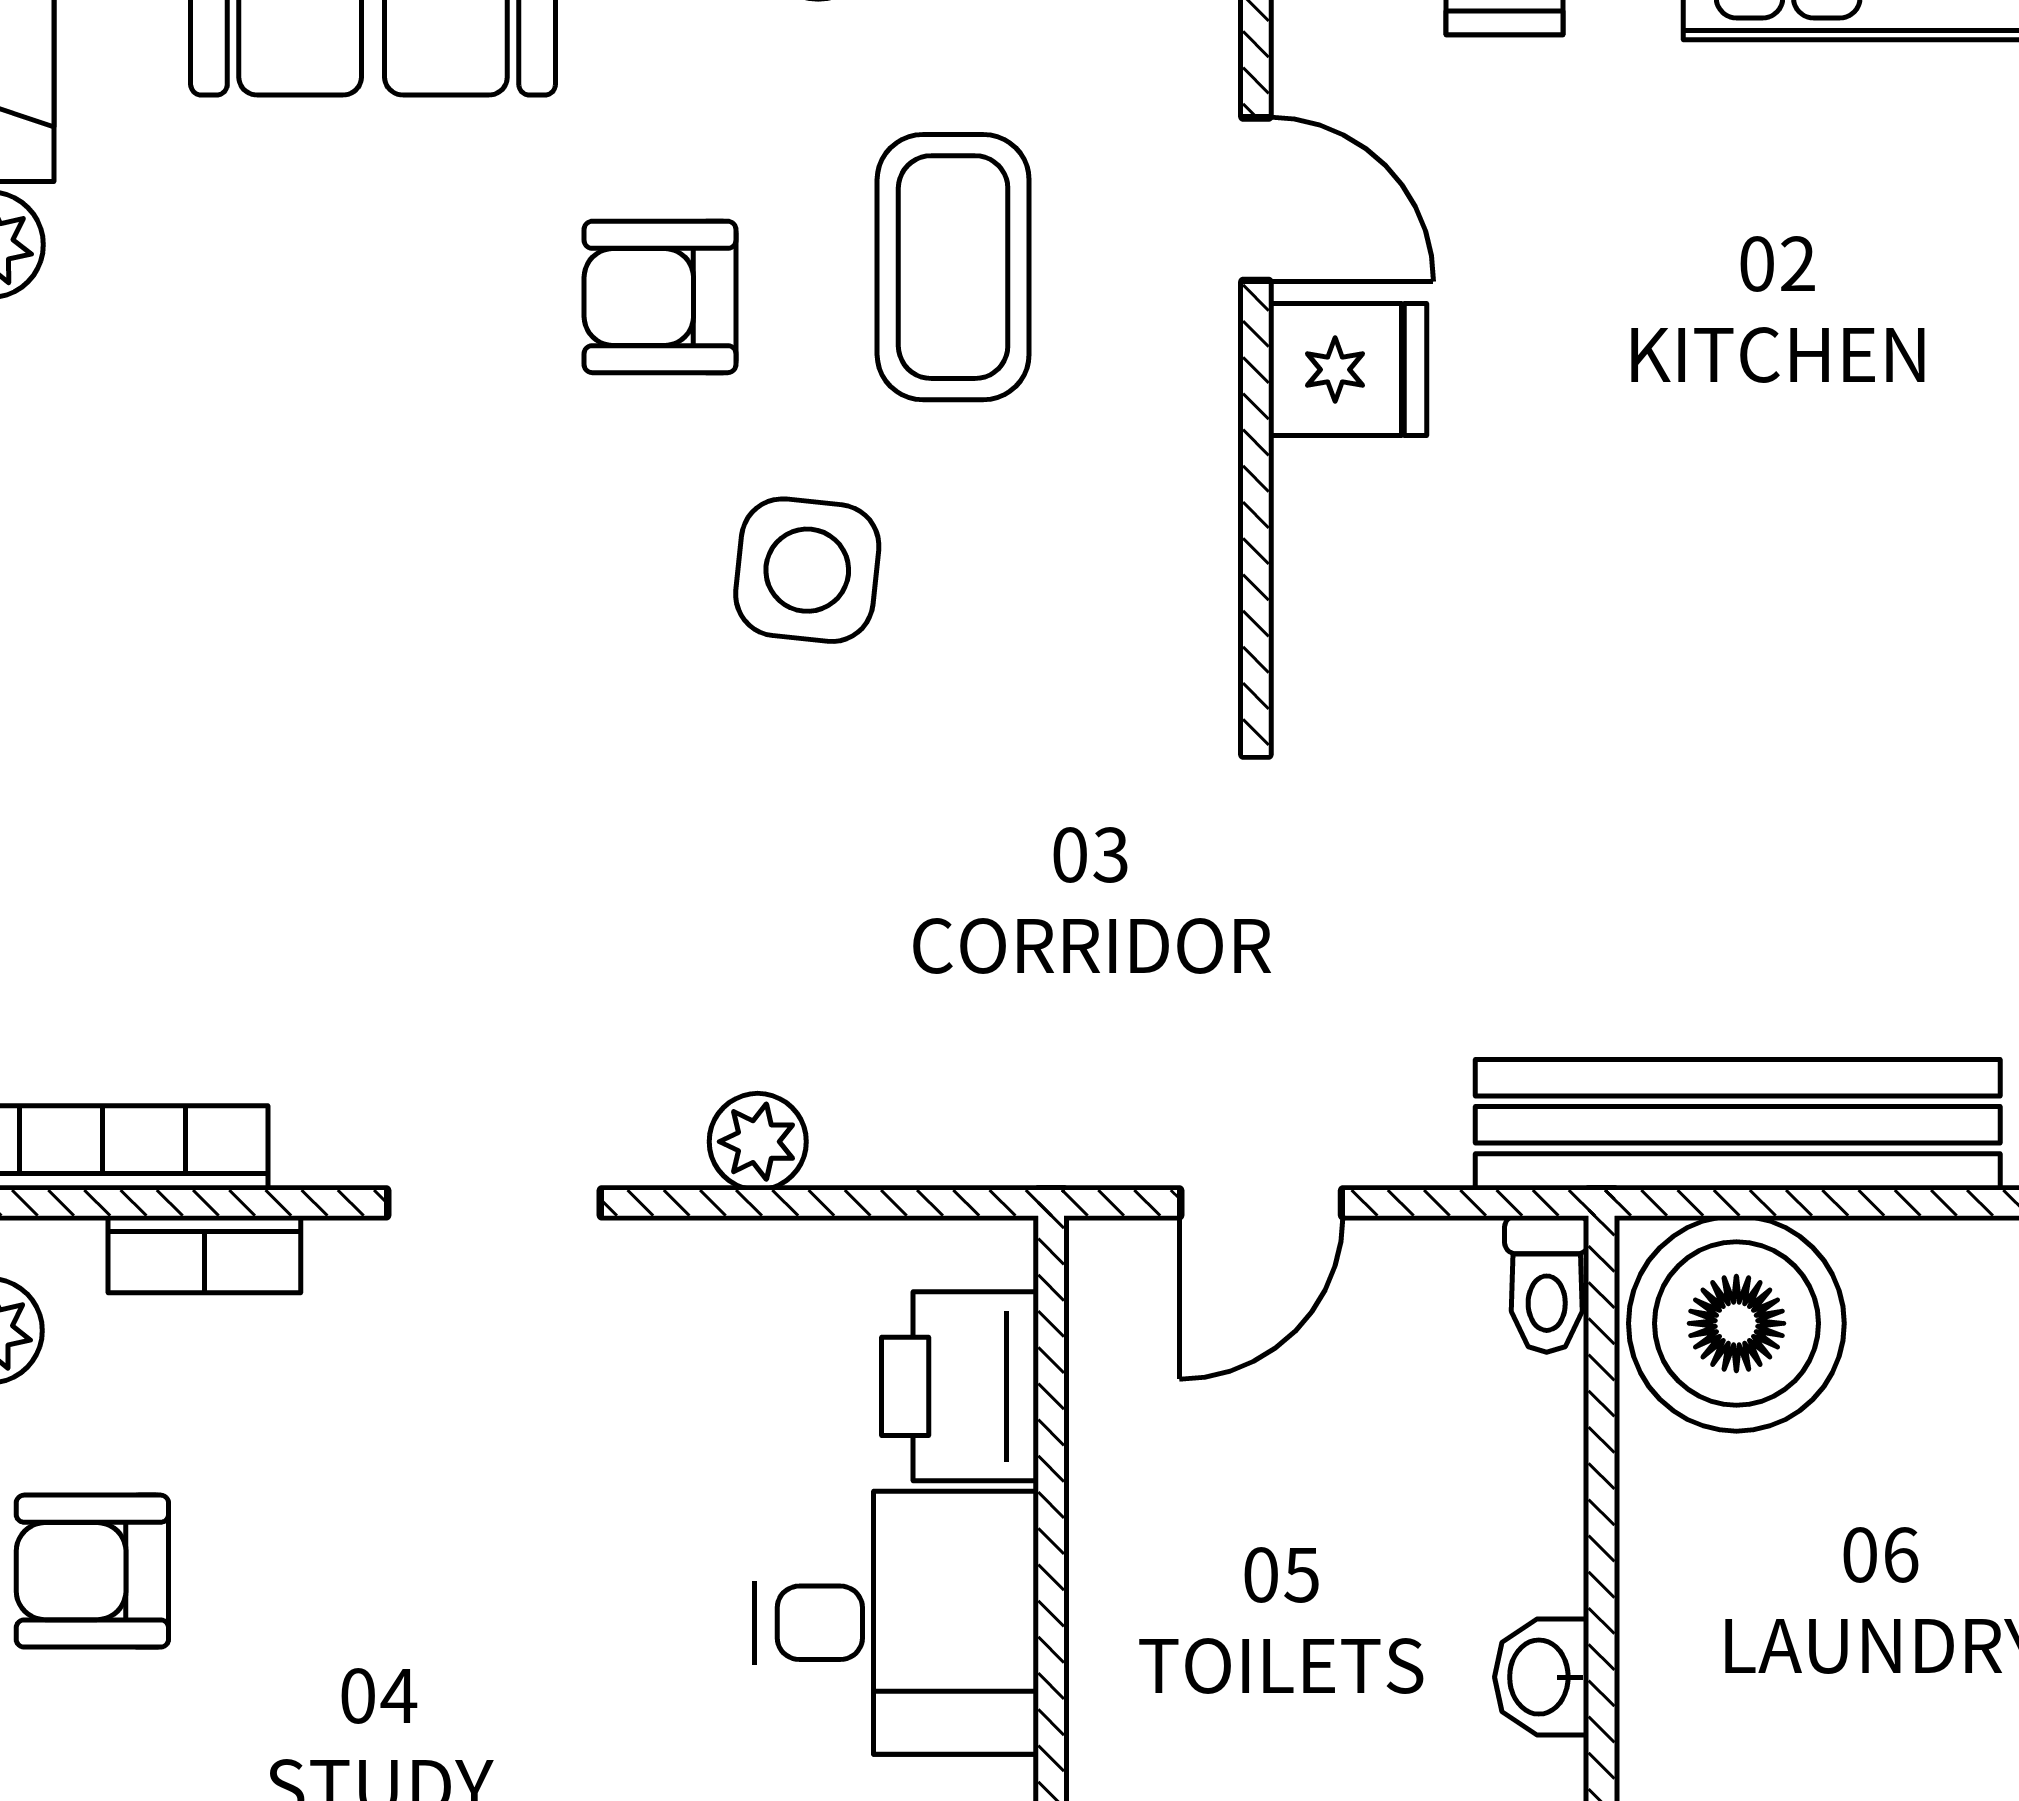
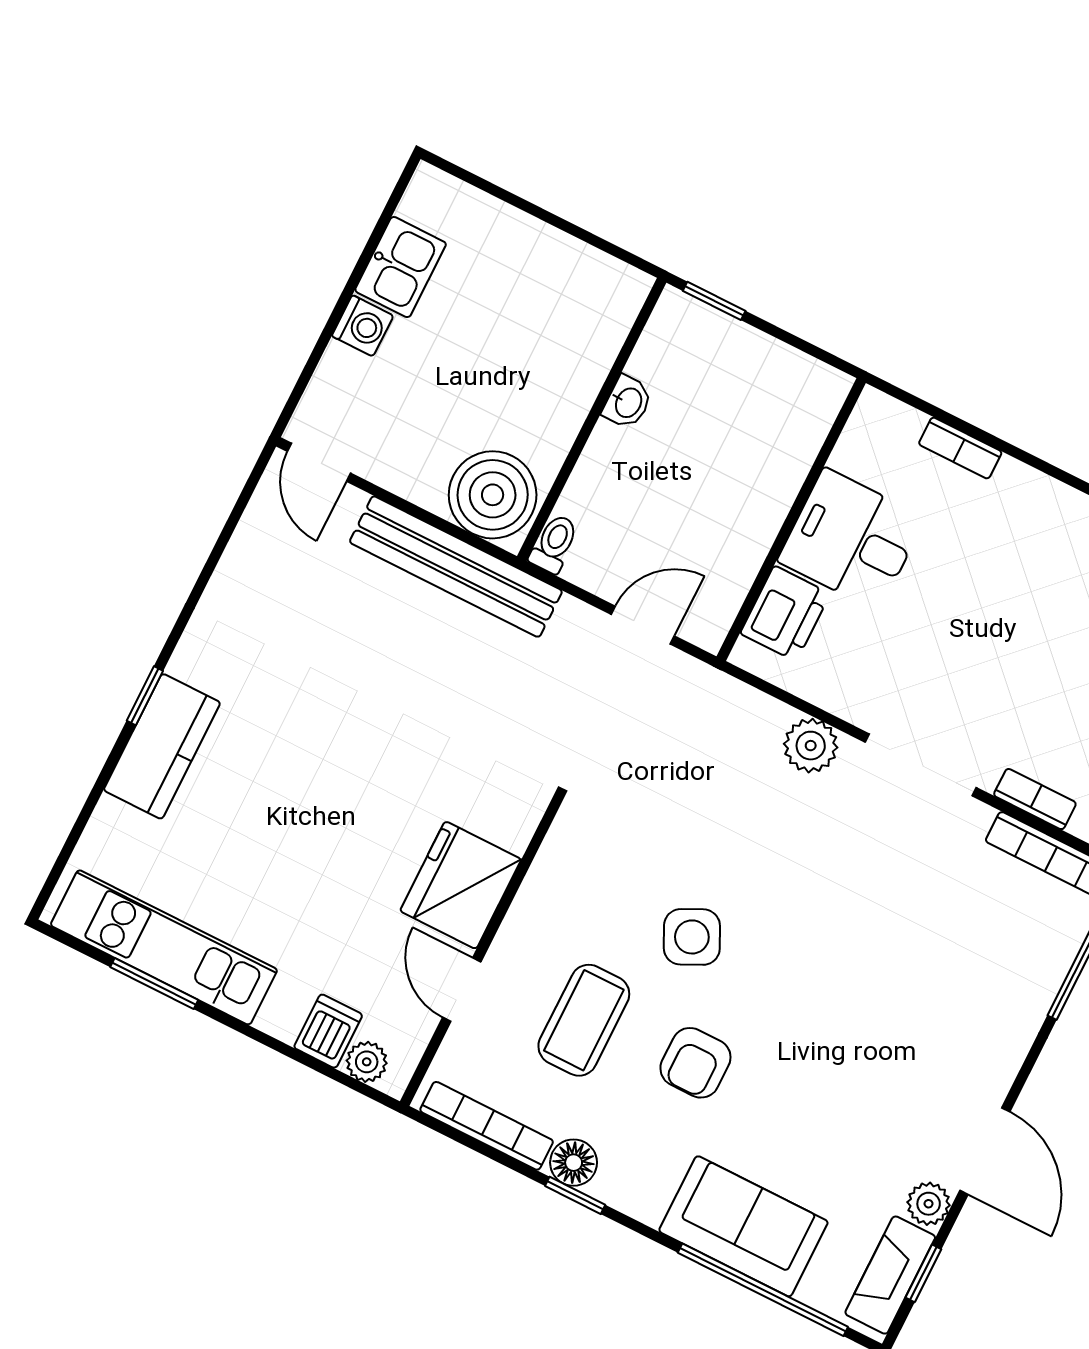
armchair: (660, 297) -> (695, 1063), turned 90
fridge: (1348, 370) -> (461, 885), width x1.88, depth x1.34
side table: (807, 570) -> (692, 937), turned -32
plant: (758, 1142) -> (811, 746), width x1.38, depth x1.38
doorway: (494, 1203) -> (921, 765), width x1.38

